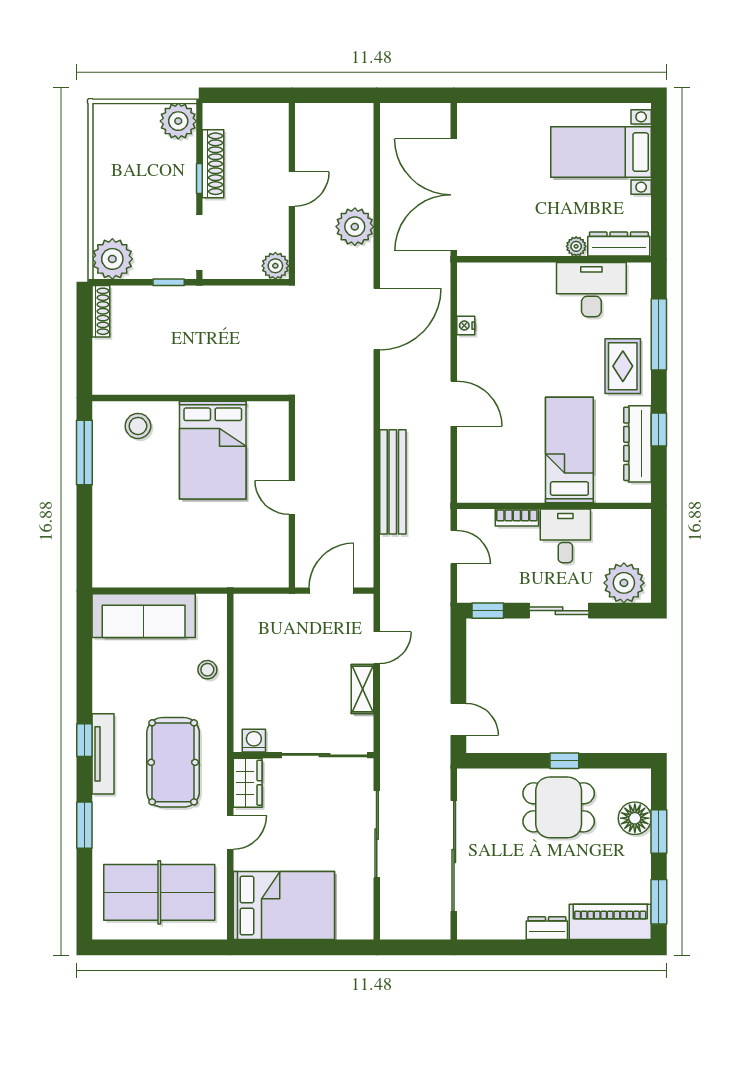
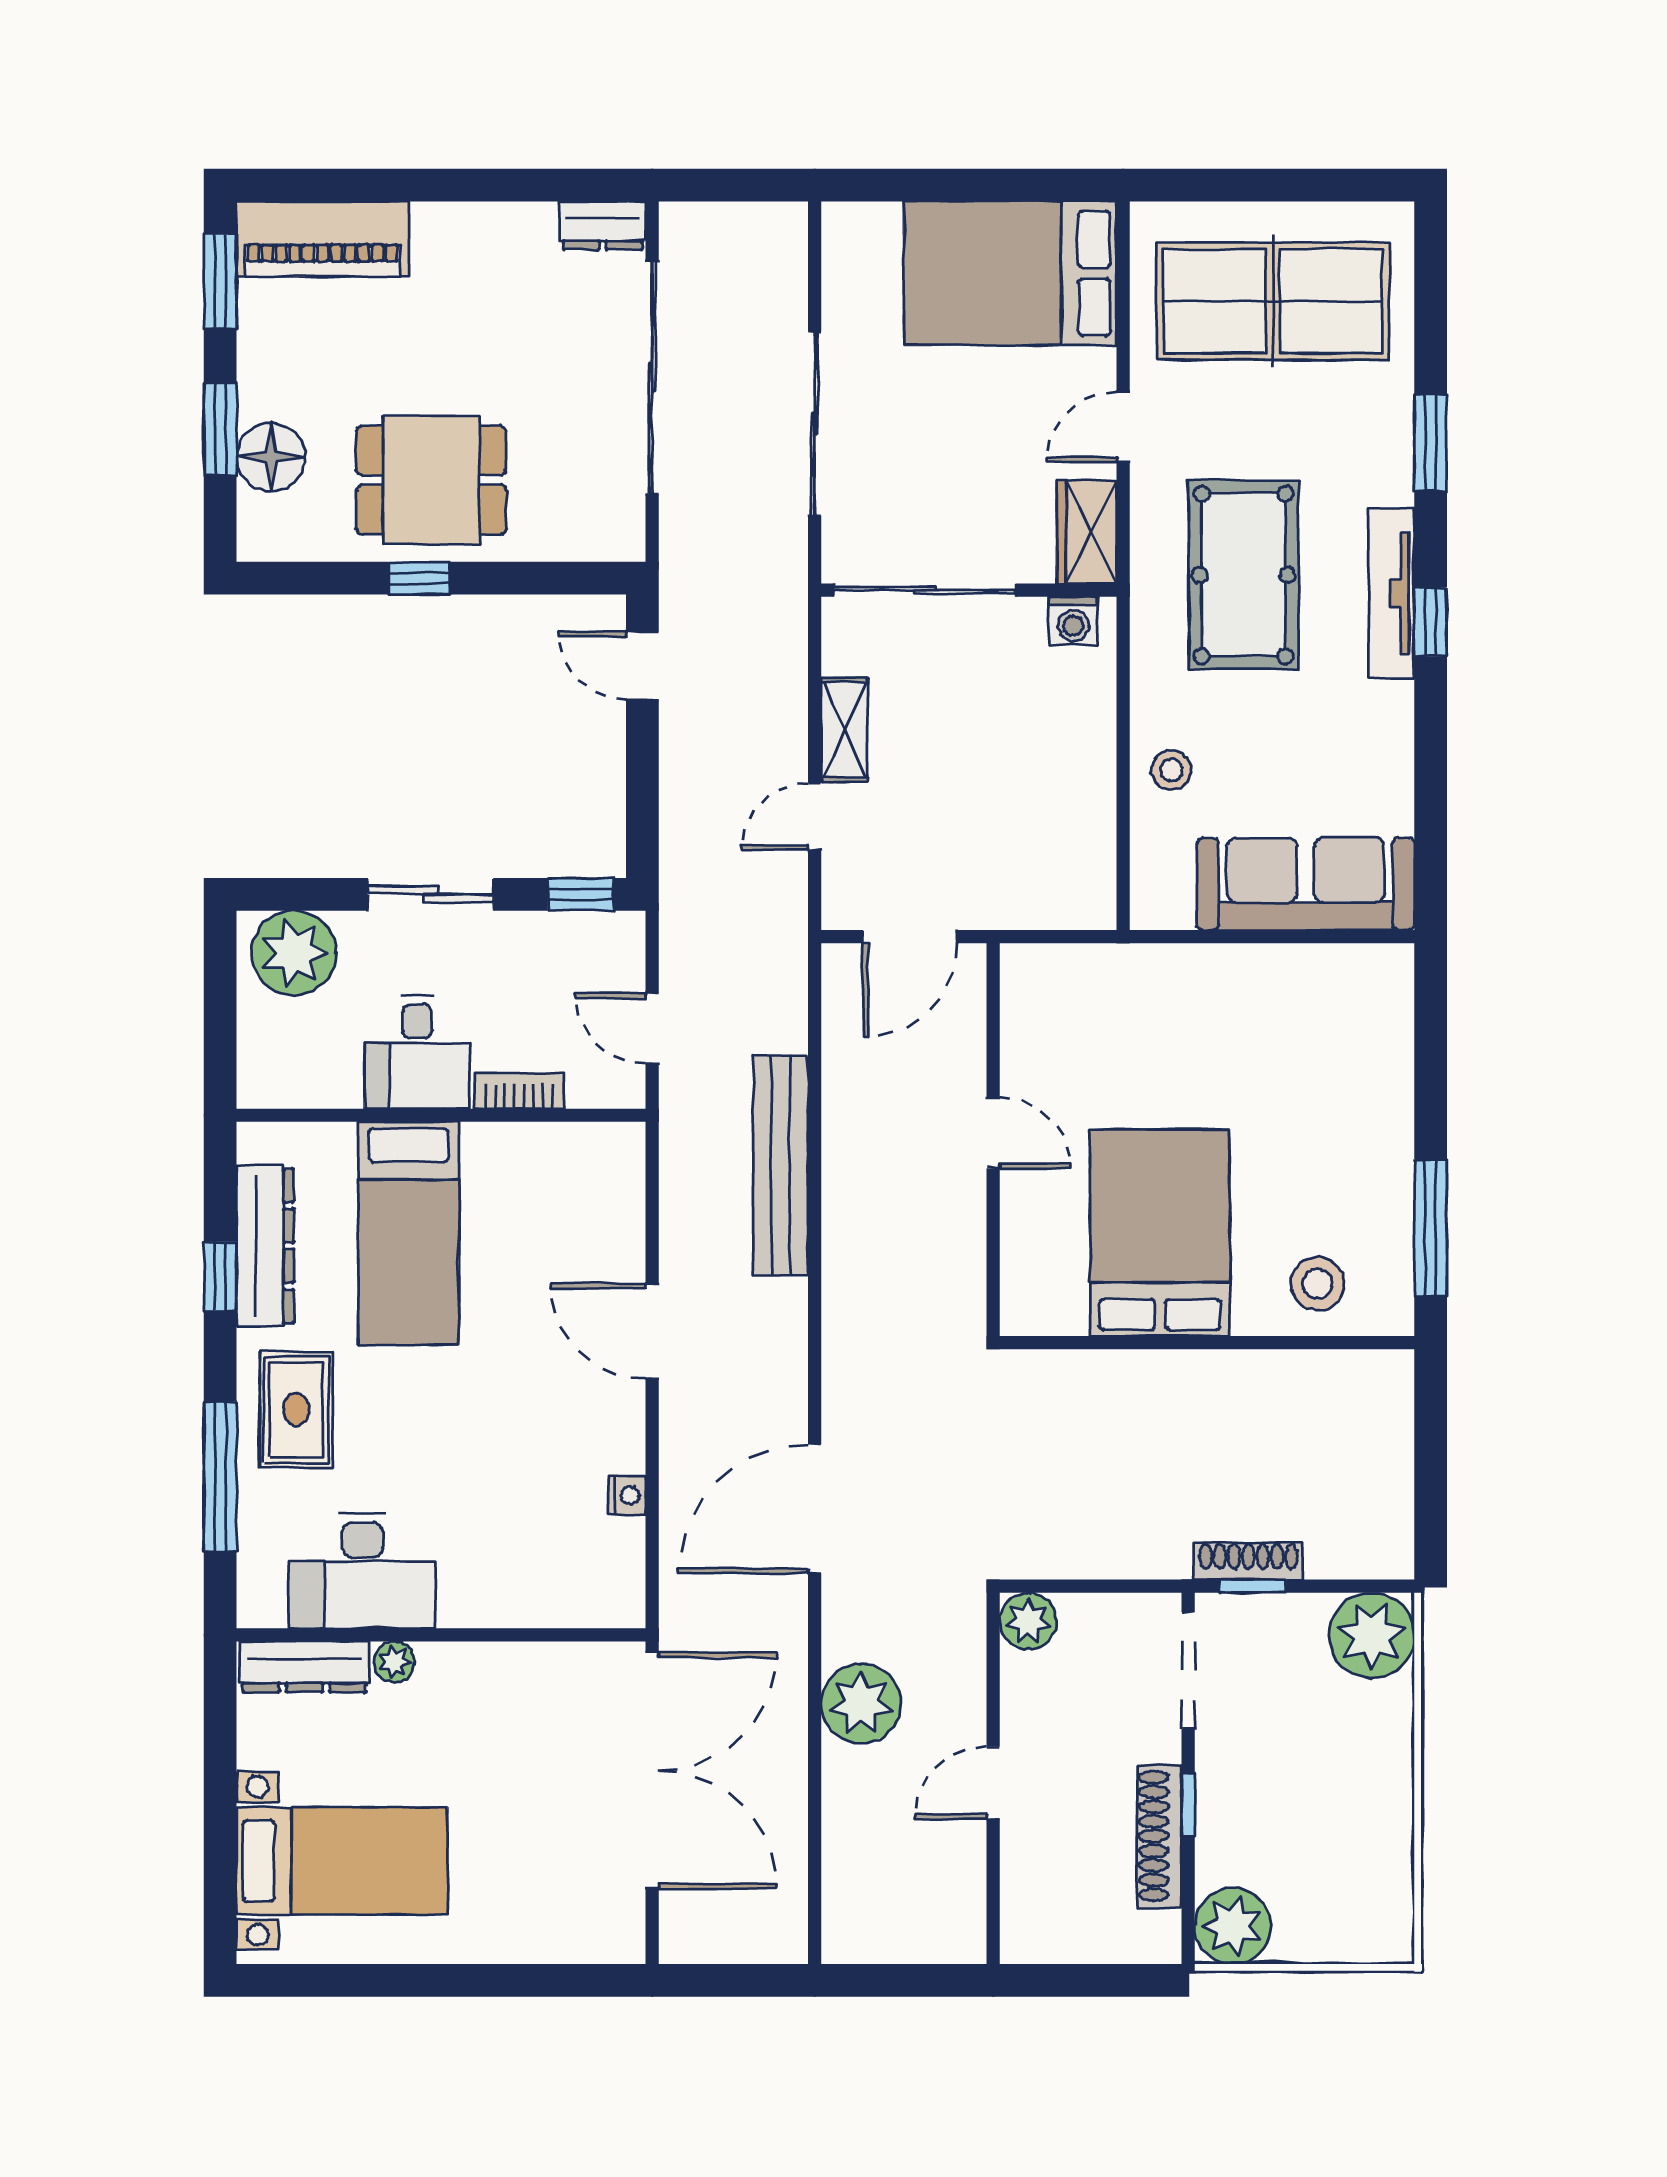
shoe rack: (101, 311) -> (1248, 1561), moved, turned 90
dresser: (547, 928) -> (603, 226), moved

